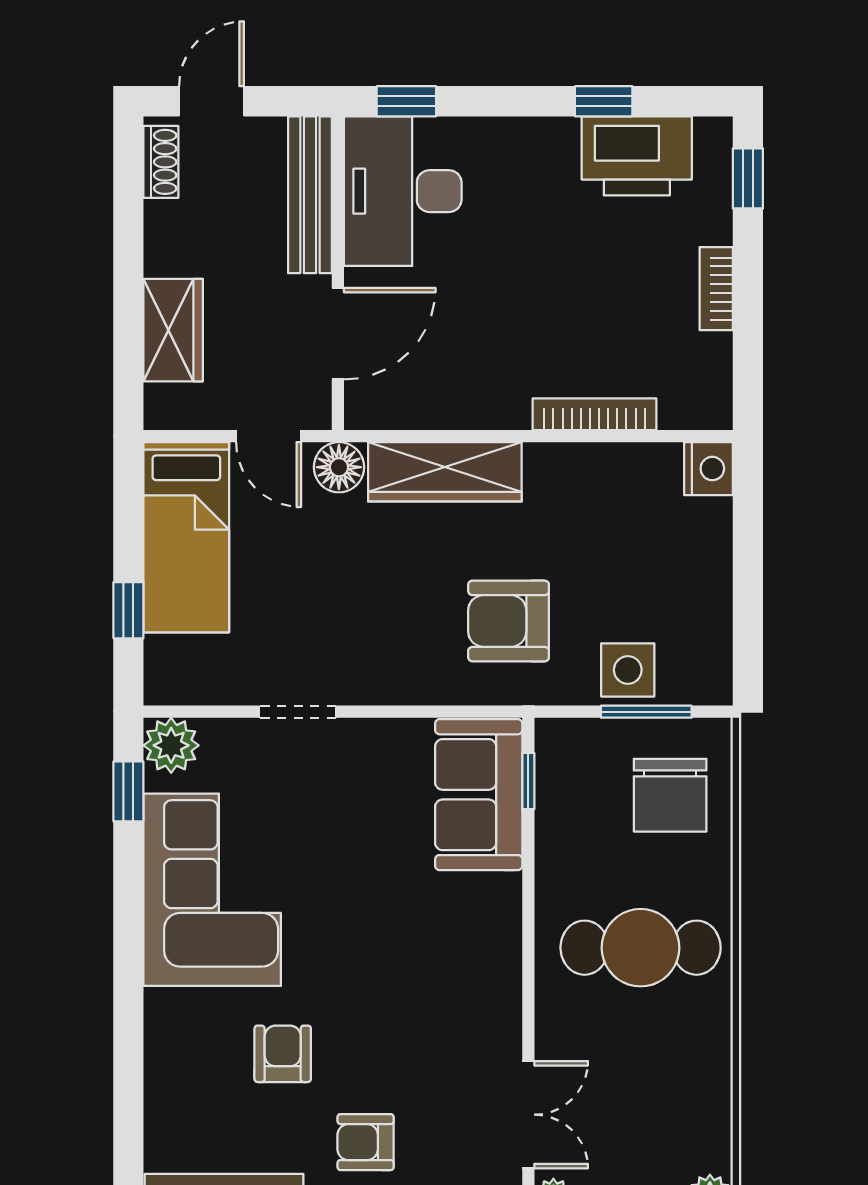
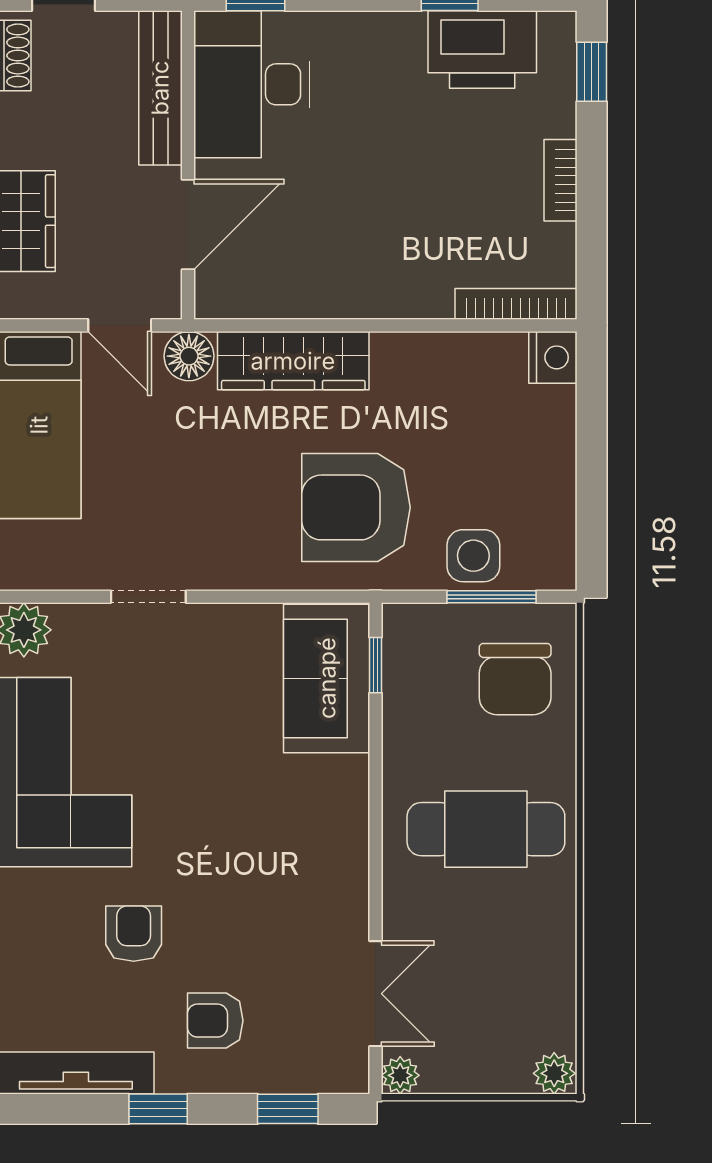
bookcase: (594, 414) -> (516, 304), moved
armchair: (509, 621) -> (356, 507), width x1.36, depth x1.36

